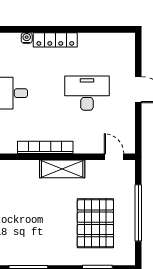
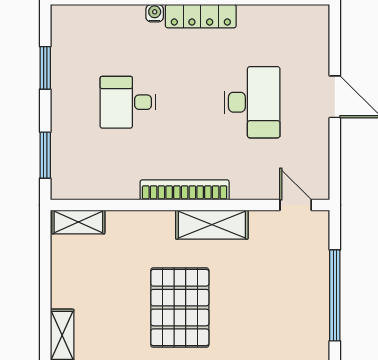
desk: (87, 93) -> (252, 102), turned 90
pallet: (95, 223) -> (180, 308), moved

